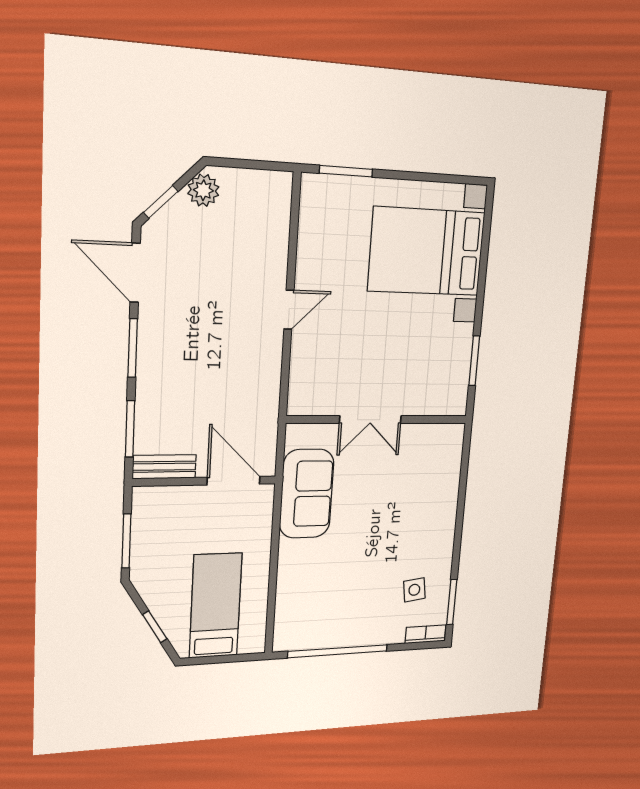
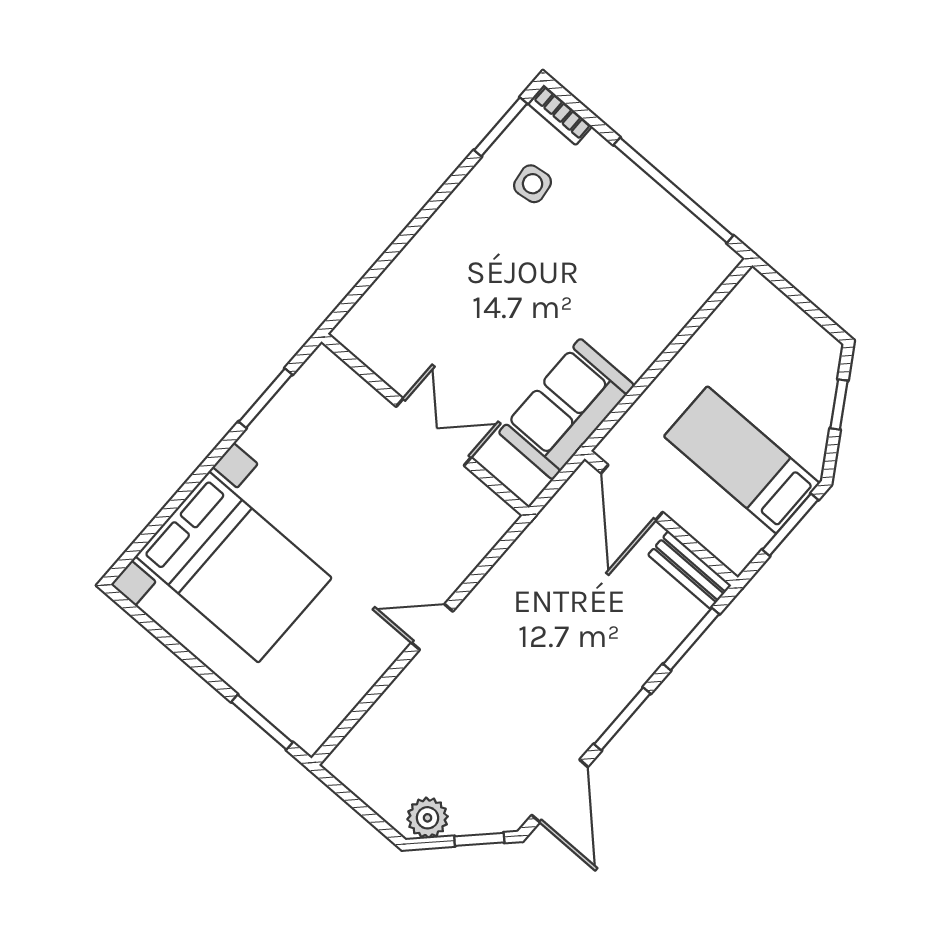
bed: (216, 606) -> (742, 460), moved, turned 90

